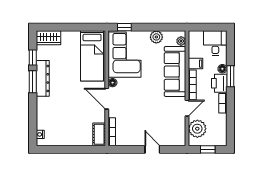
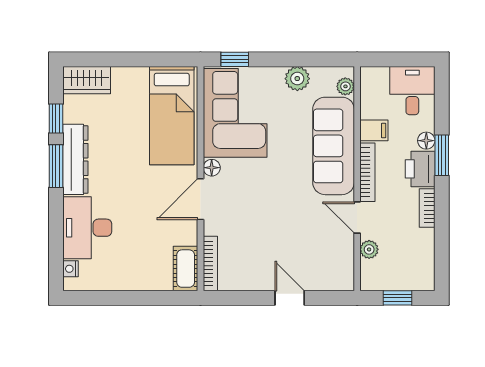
door: (107, 99) -> (201, 199), hinge flipped
door: (187, 108) -> (357, 218), swing flipped
desk: (49, 113) -> (87, 228), added
plant: (197, 129) -> (369, 249), width x0.53, depth x0.53

